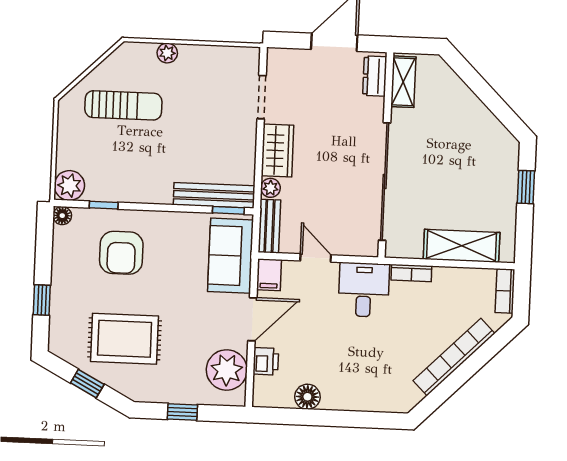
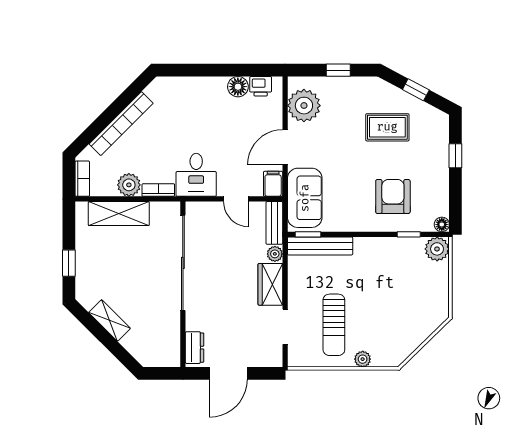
shelving: (403, 82) -> (110, 320), moved, turned -45
sun lounger: (123, 105) -> (334, 325), moved, turned -90
plant: (447, 281) -> (129, 185), added
rug: (125, 339) -> (387, 127), width x0.73, depth x0.70
printer: (266, 361) -> (261, 86), moved, turned -90

